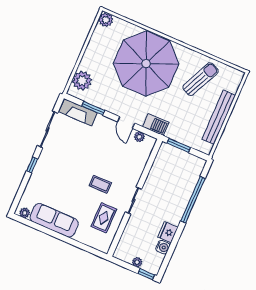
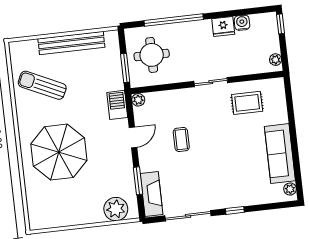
plant: (106, 20) -> (37, 221), removed
parasol: (146, 64) -> (59, 152), width x0.73, depth x0.73
plant: (139, 137) -> (138, 100), moved
round table: (177, 170) -> (152, 55), added
coffee table: (100, 184) -> (181, 140), moved
plant: (137, 262) -> (276, 60), moved

